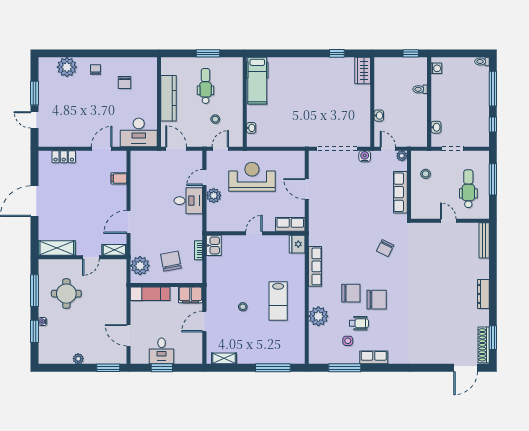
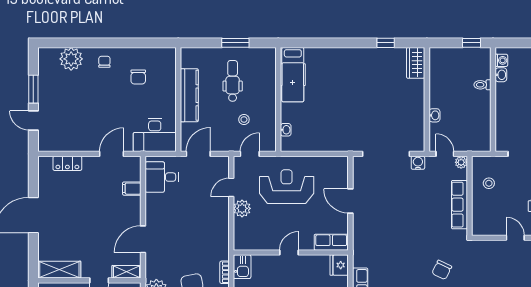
washbasin: (436, 127) -> (501, 75), moved
door: (176, 149) -> (198, 154), hinge flipped
desk: (188, 201) -> (162, 177), moved, turned 180

